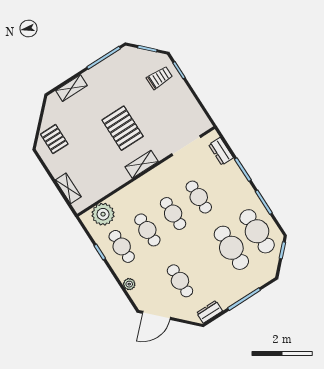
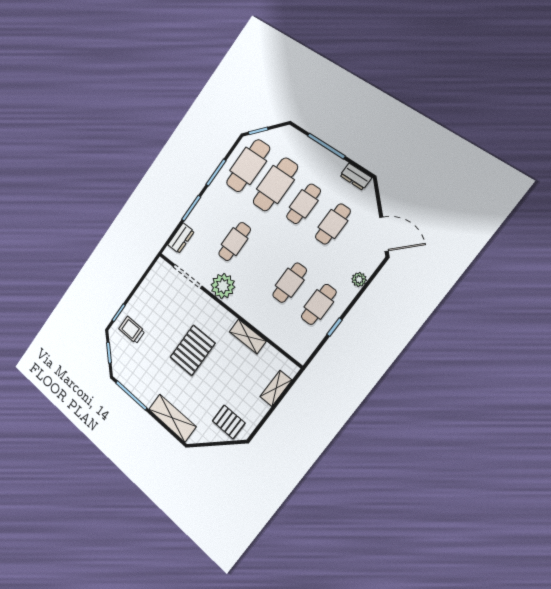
shelving: (71, 88) -> (172, 418), width x1.50, depth x1.33
pallet: (54, 139) -> (229, 422), turned 90
shelving: (142, 164) -> (248, 337), moved
cafe table: (173, 213) -> (304, 204), moved
plant: (103, 214) -> (223, 286), moved

